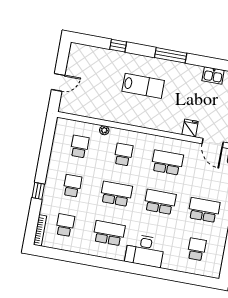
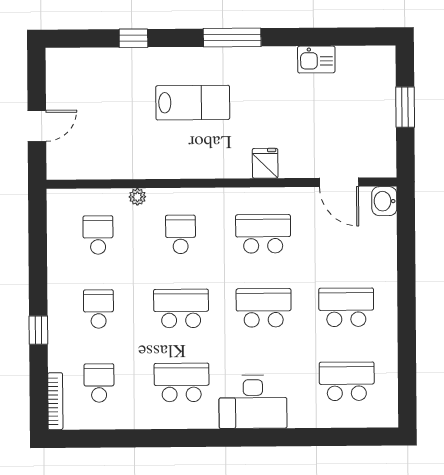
fridge: (190, 128) -> (265, 163), moved
school desk: (197, 249) -> (347, 381), width x1.85

